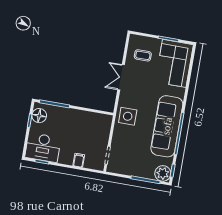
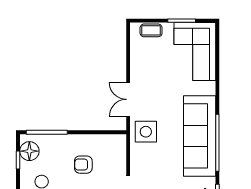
coffee table: (143, 55) -> (151, 30), moved
double door: (121, 77) -> (128, 99), moved
armchair: (77, 132) -> (83, 165), added

